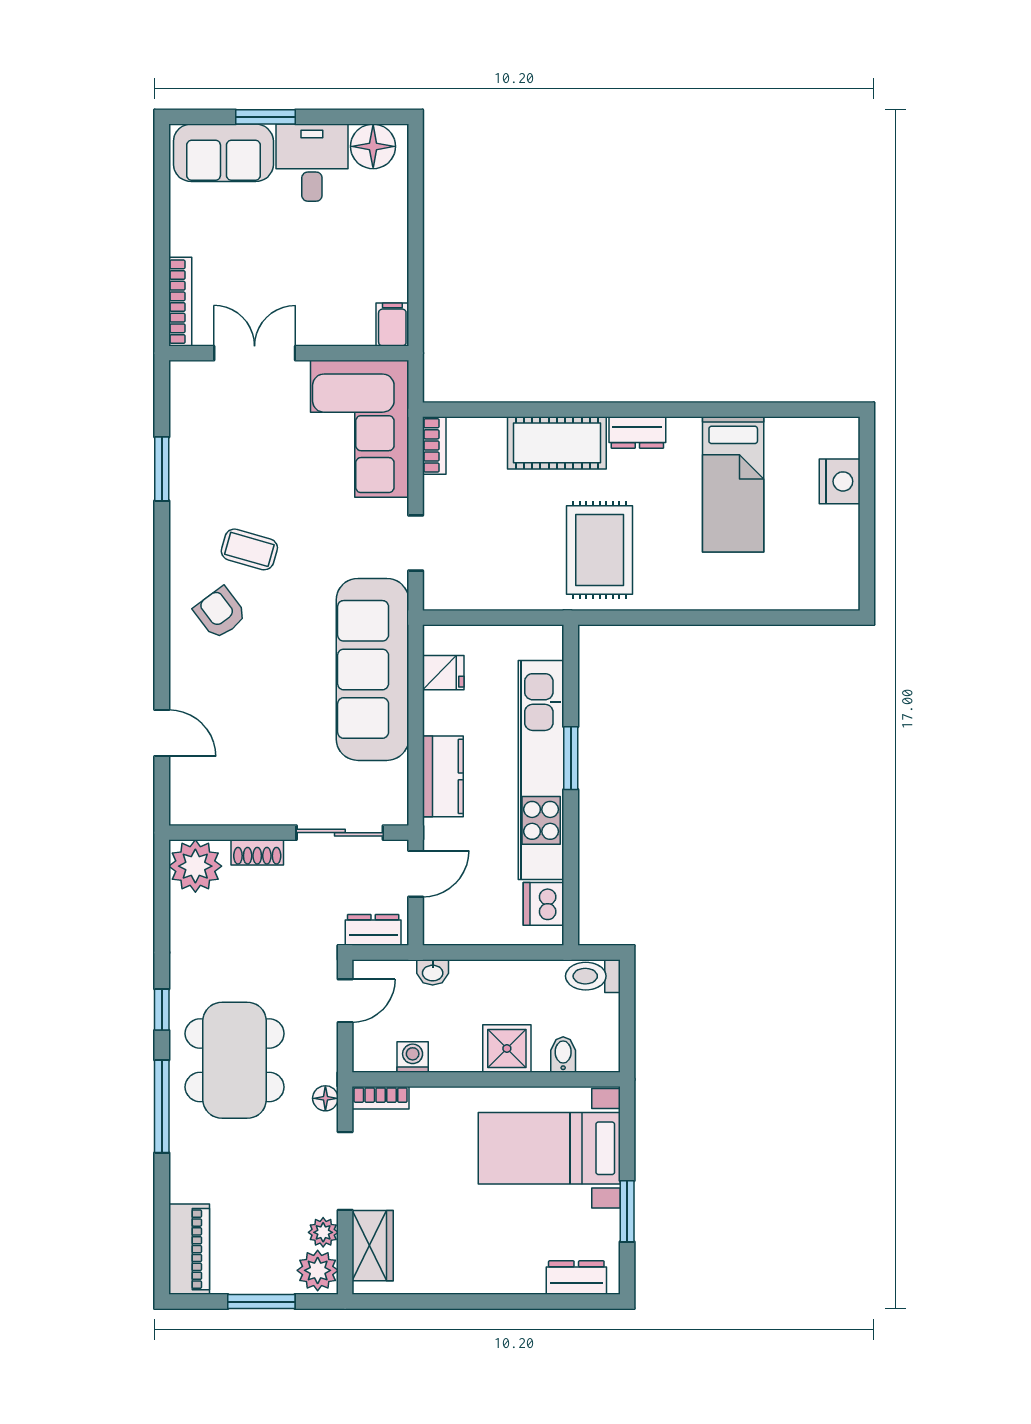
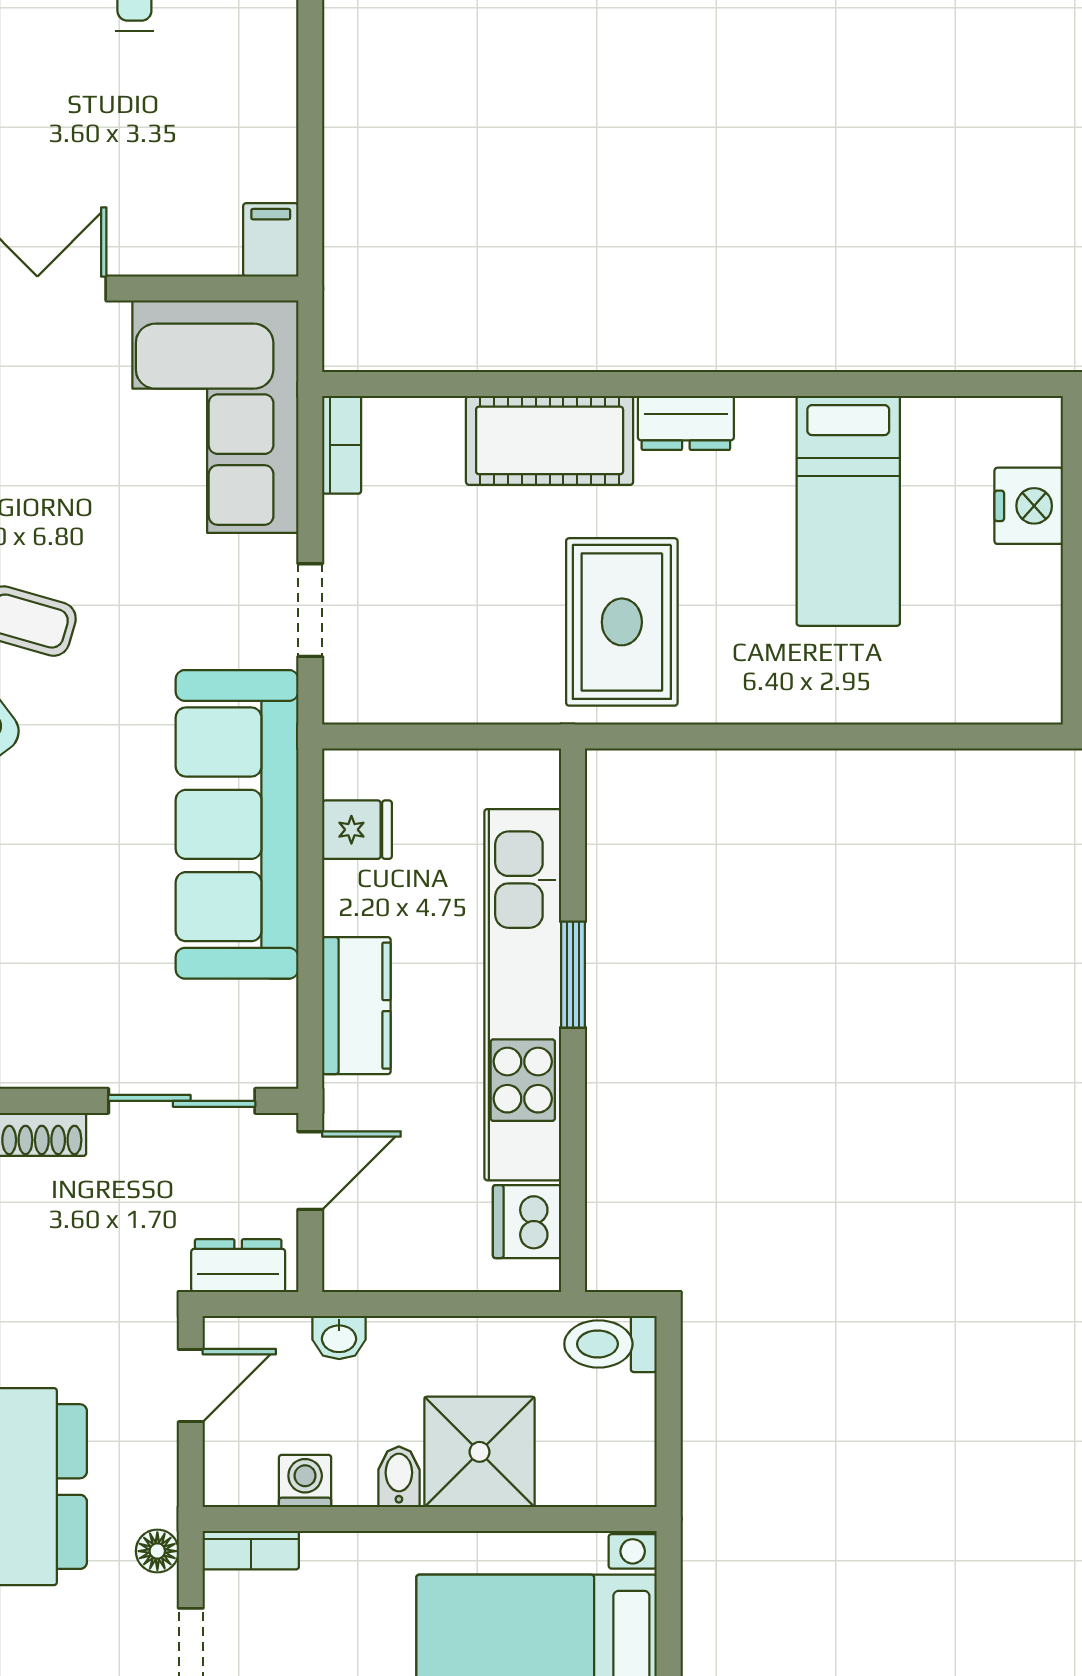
shower: (507, 1048) -> (480, 1452), width x1.36, depth x1.36
bidet: (563, 1054) -> (399, 1477), moved

